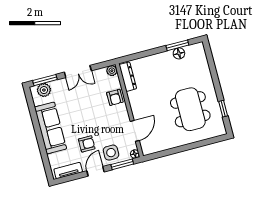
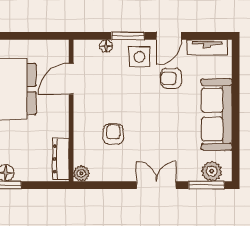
plant: (112, 71) -> (81, 173), moved
dresser: (128, 77) -> (61, 159), moved
wall: (129, 110) -> (71, 110), moved
door: (135, 131) -> (71, 79), moved

